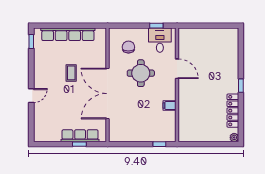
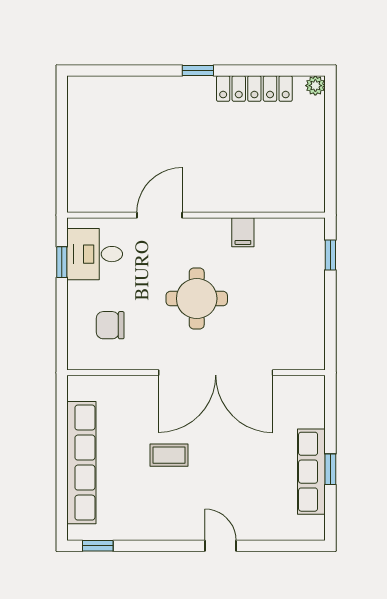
round table: (141, 73) -> (197, 299), moved
row of seats: (80, 136) -> (311, 472), moved
window: (79, 144) -> (330, 469), moved

